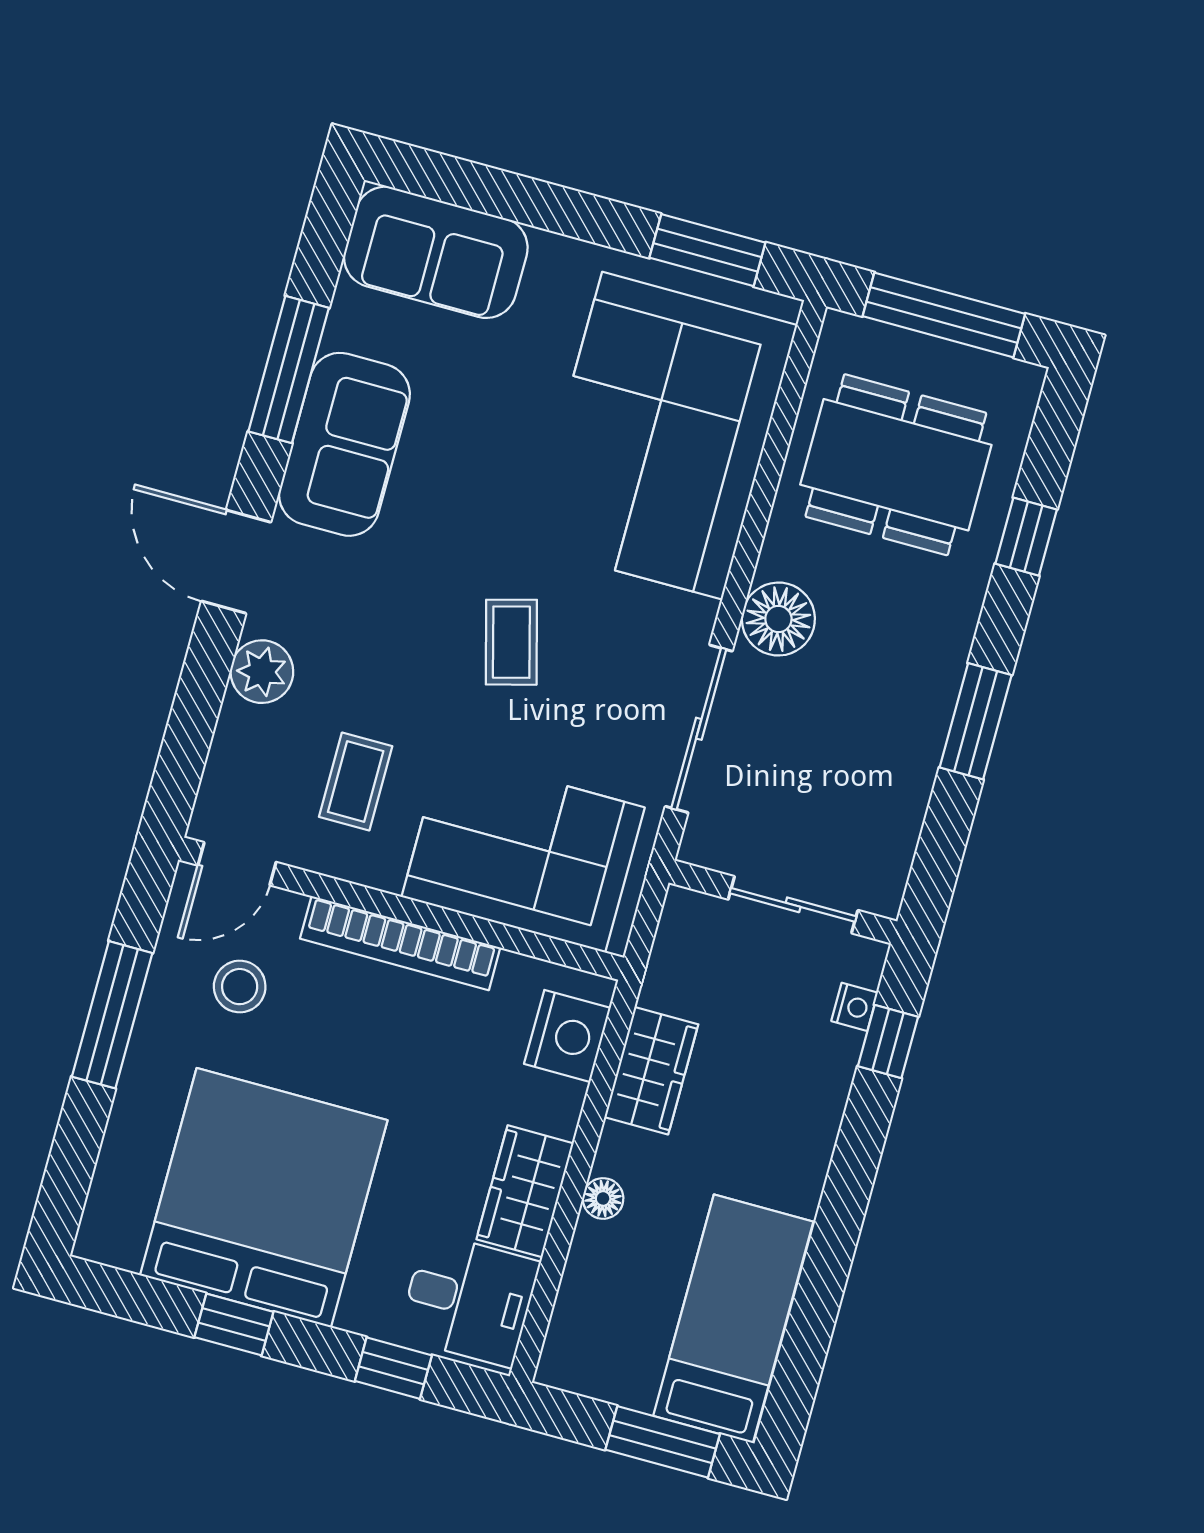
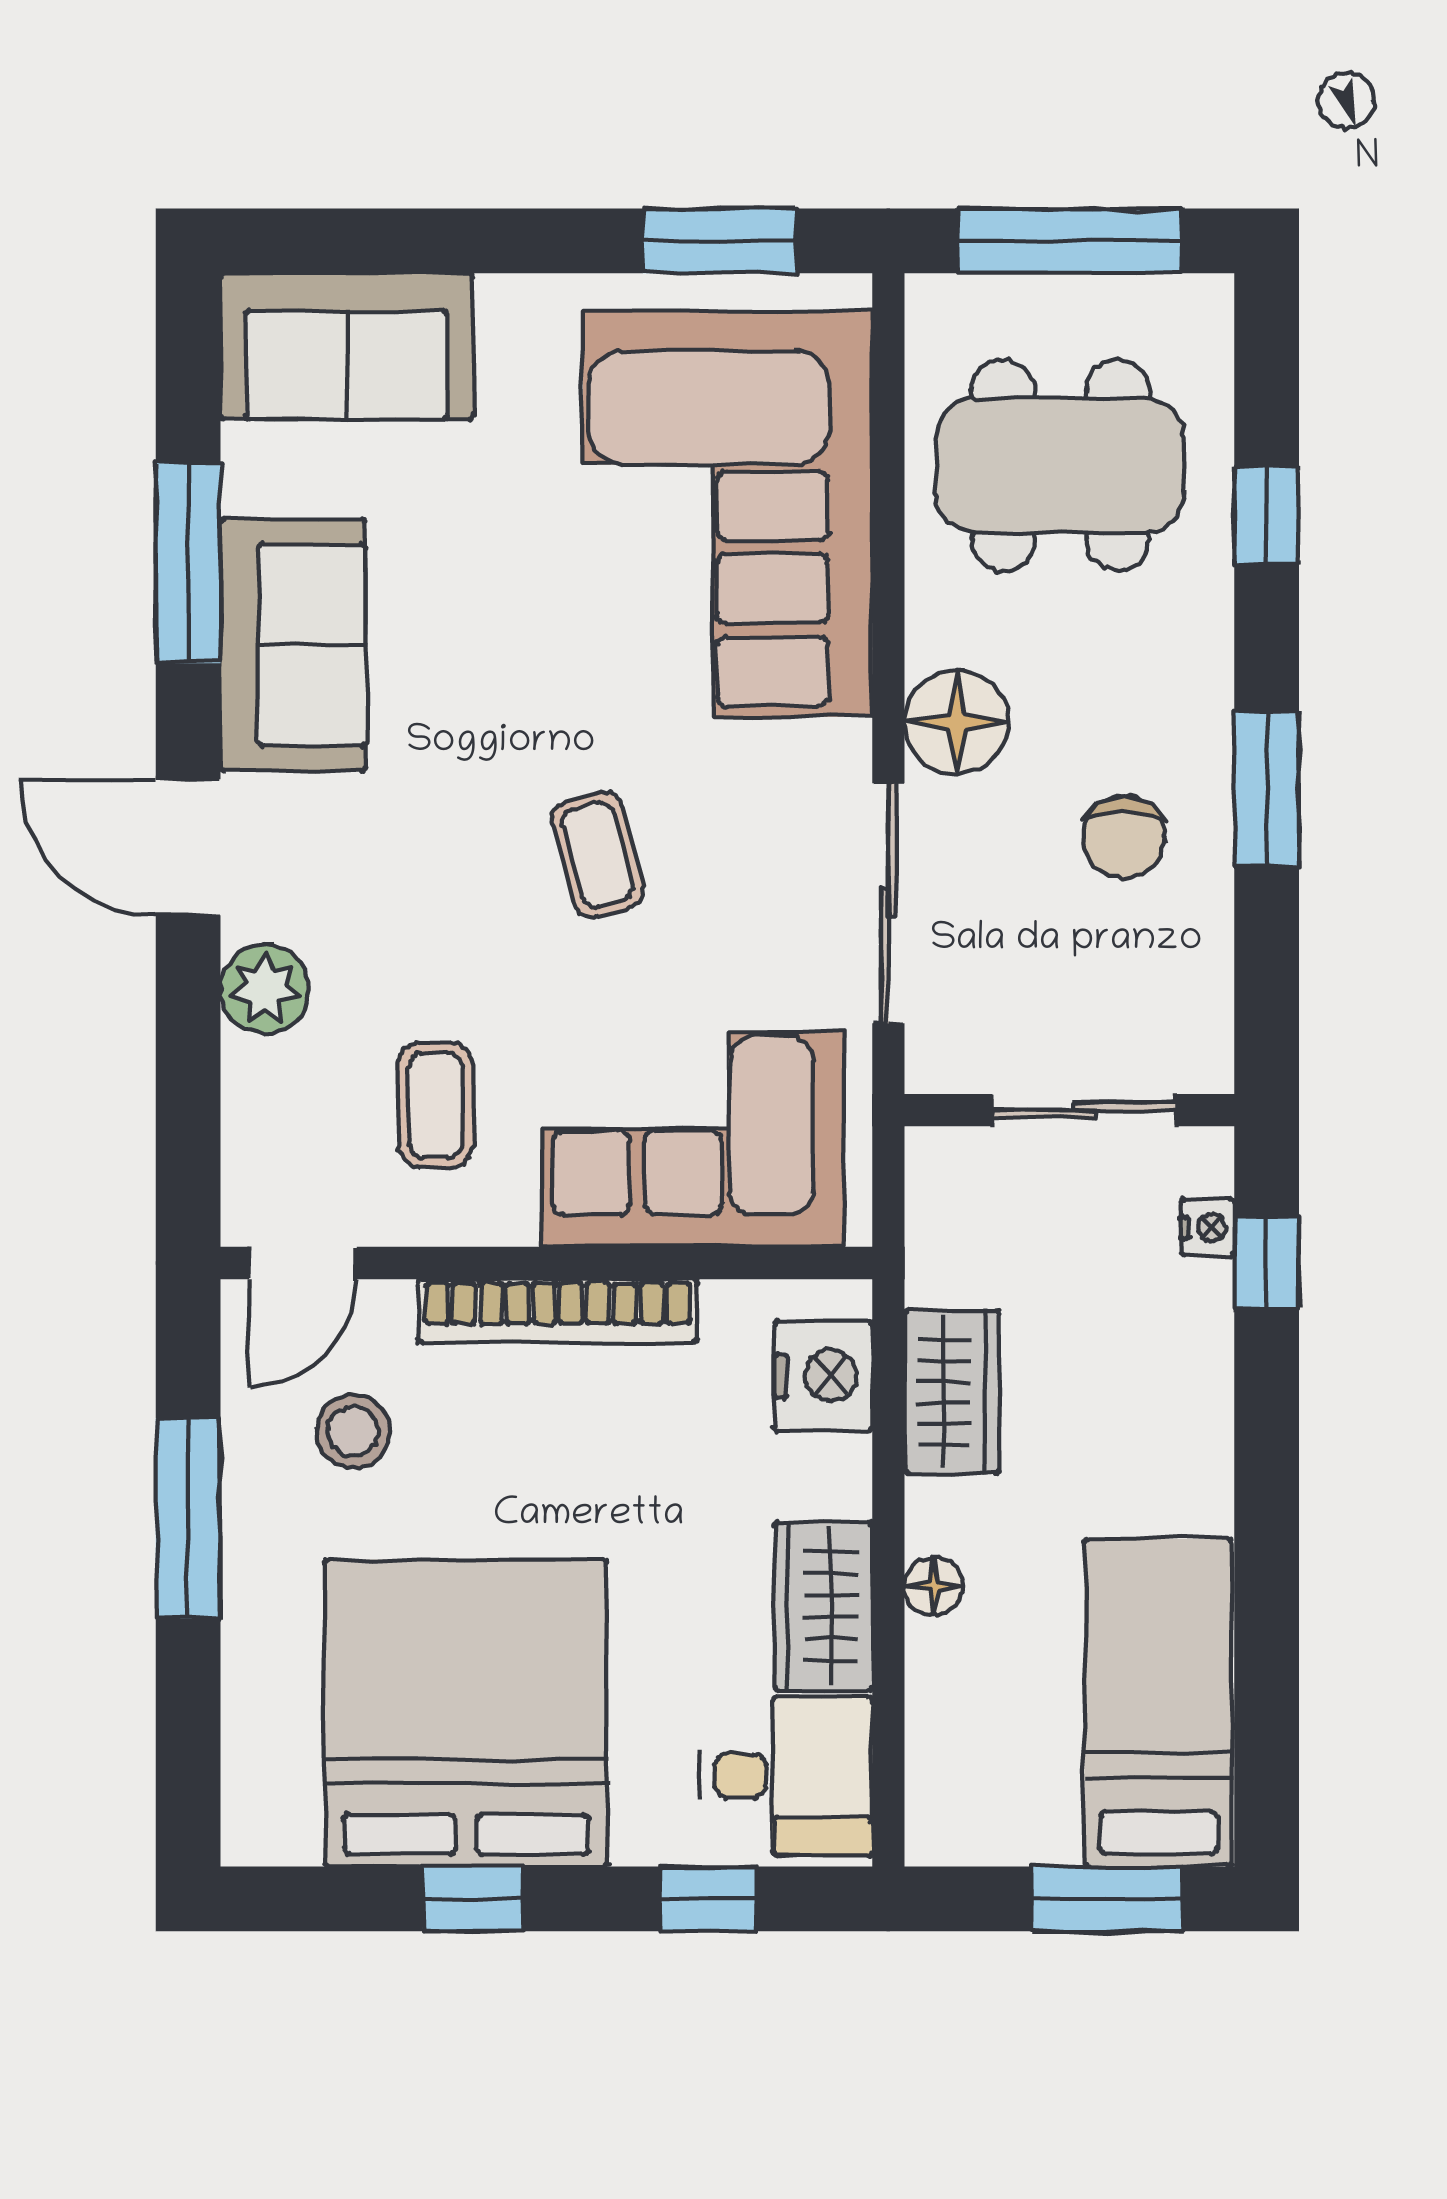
chair: (870, 728) -> (1124, 837), added

